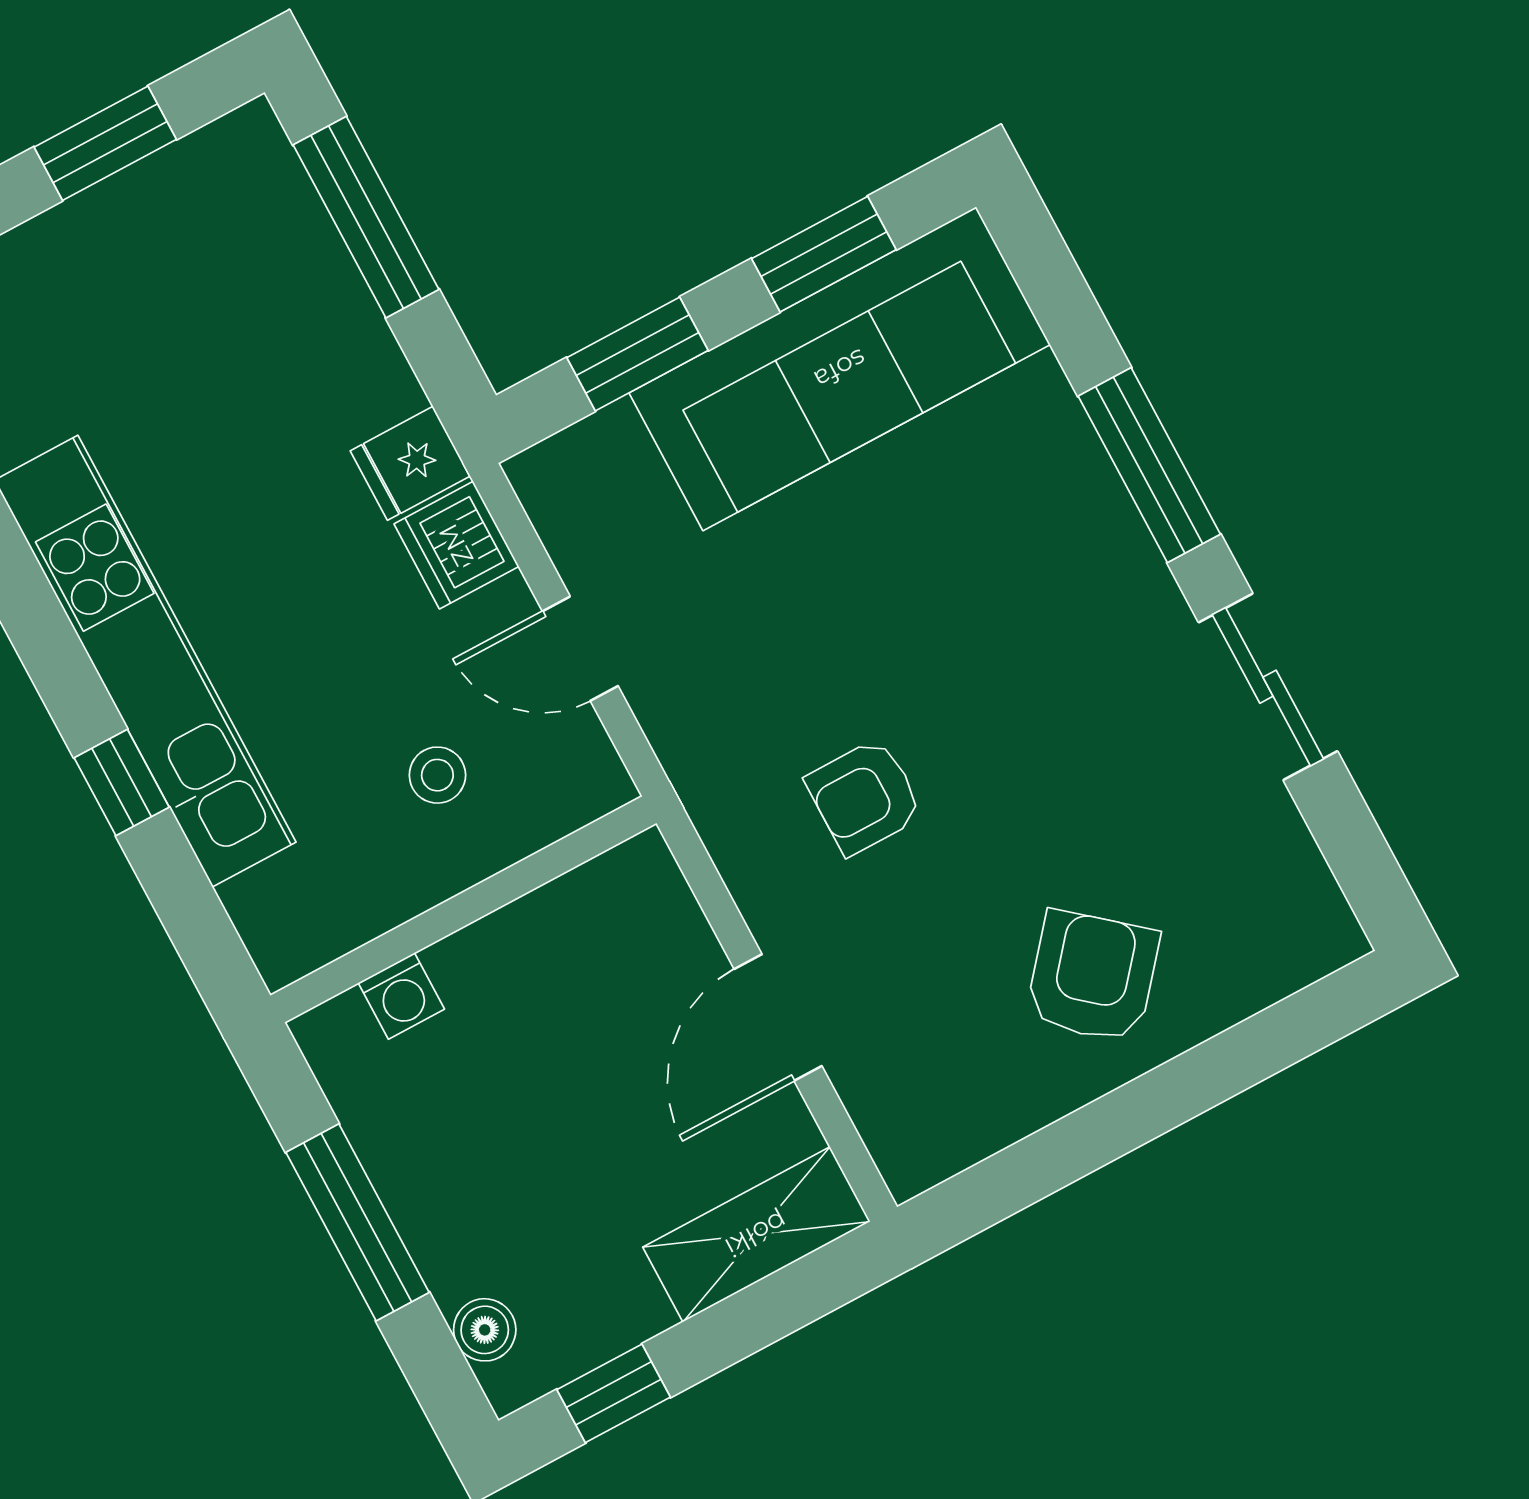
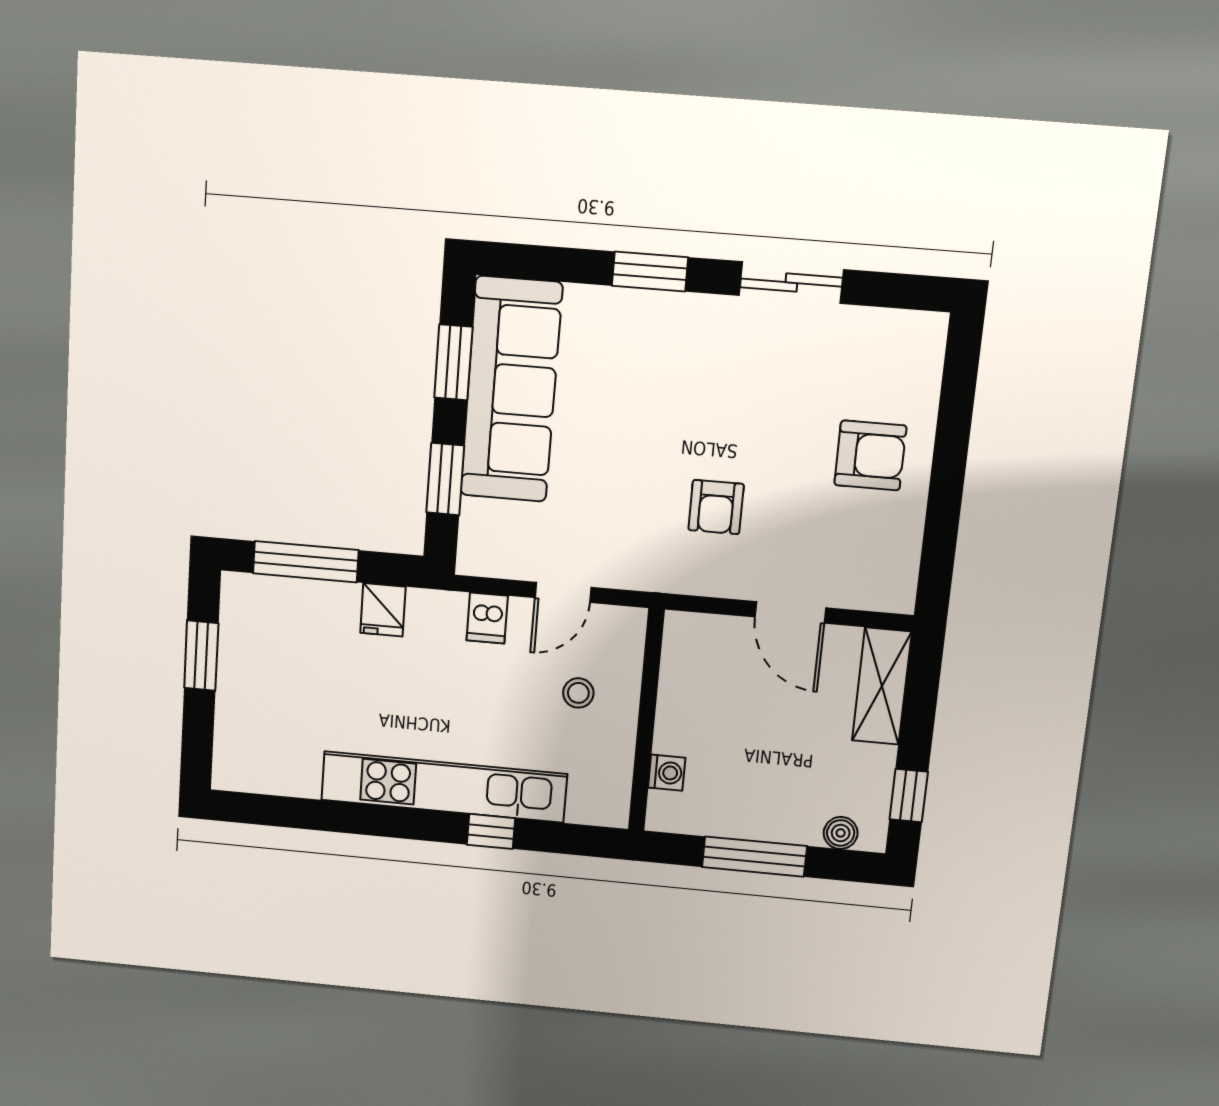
fridge: (410, 463) -> (383, 610), moved
window: (1149, 465) -> (650, 271), width x0.69
dishwasher: (456, 545) -> (487, 618), width x0.73
armchair: (1093, 977) -> (870, 455), turned 140

